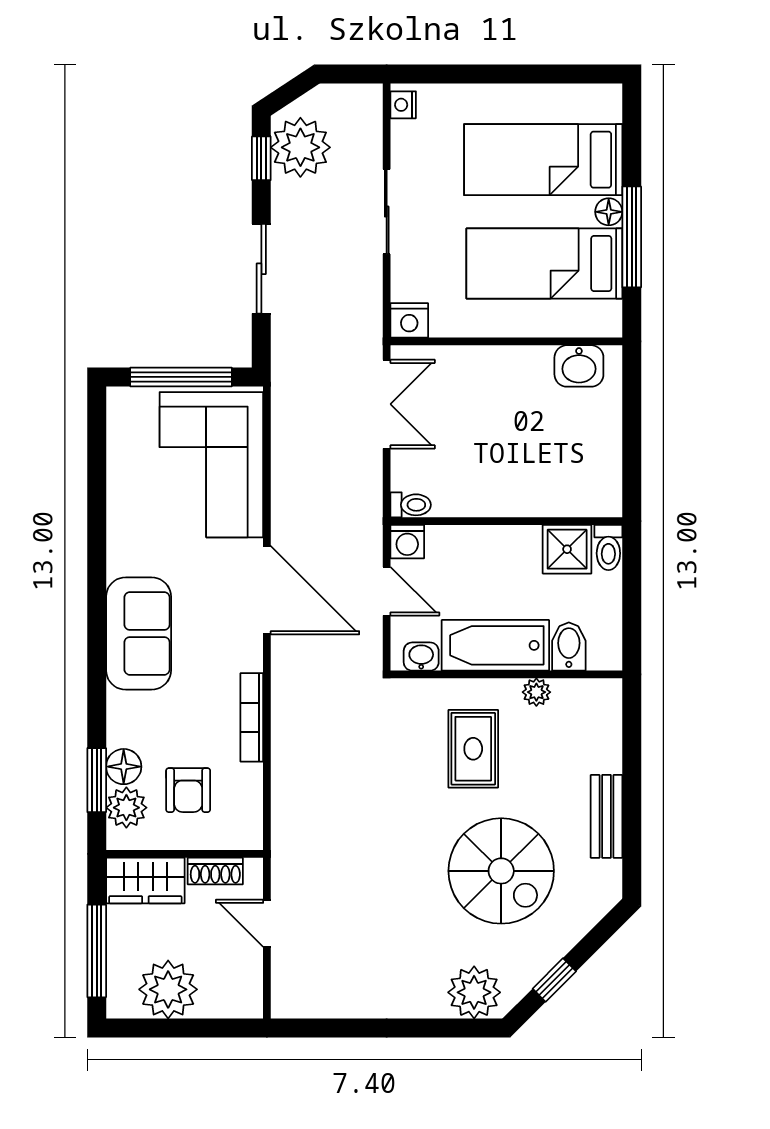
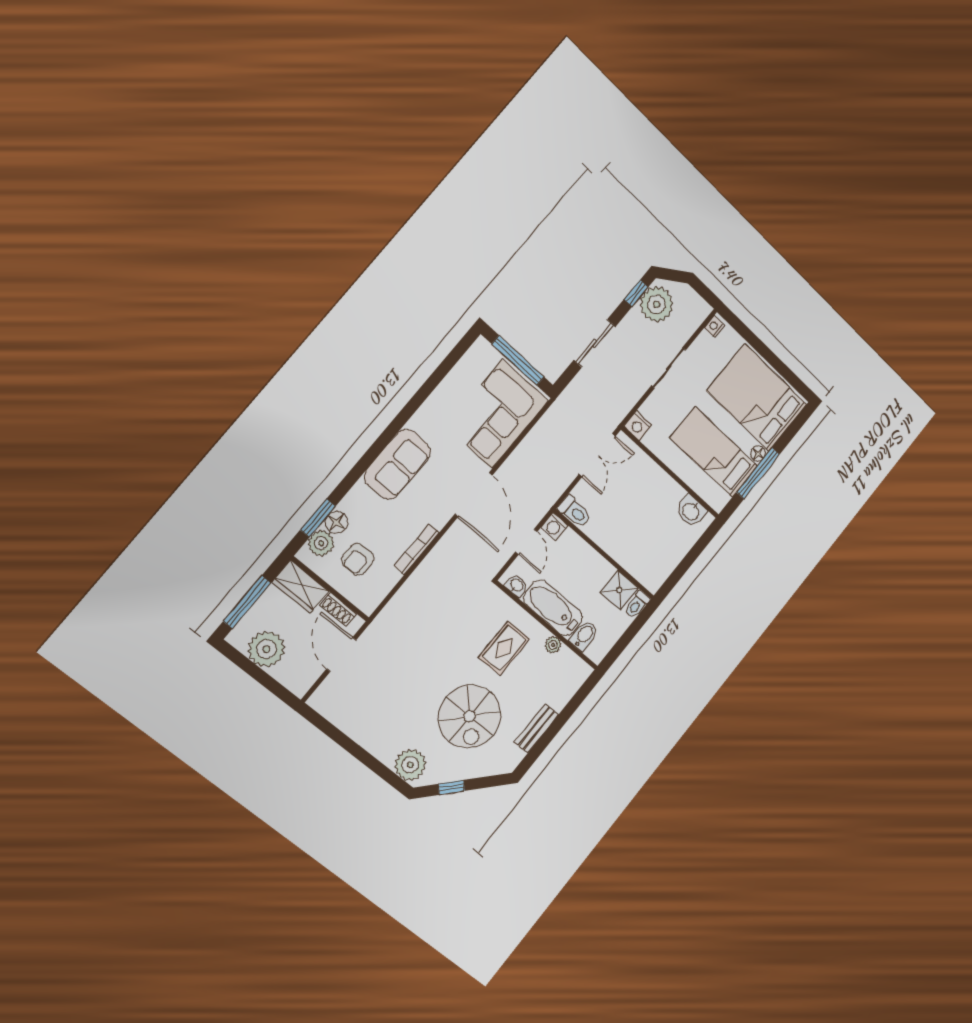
bed: (543, 160) -> (757, 398), width x1.50
toilet: (411, 505) -> (575, 512), width x1.37, depth x1.39
door: (267, 923) -> (341, 654), width x1.38

